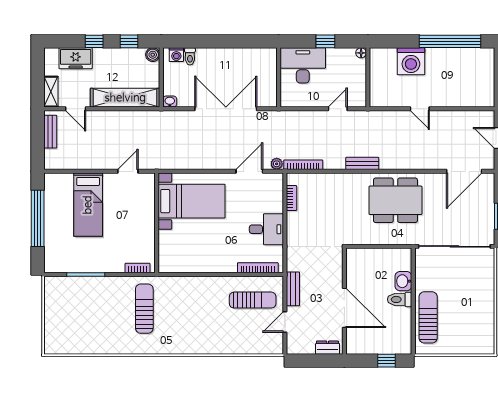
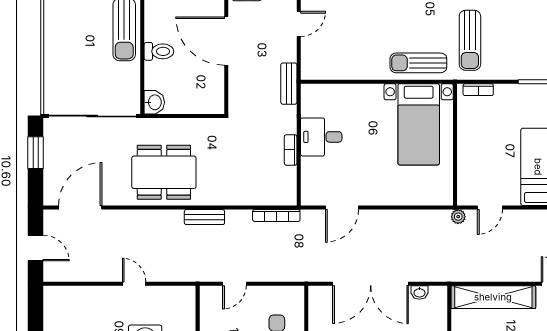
washbasin: (170, 102) -> (419, 293), moved
plant: (277, 164) -> (458, 217), moved
bookcase: (291, 198) -> (291, 150), moved
bed with nightstands: (192, 201) -> (419, 124), moved, turned -90
bookcase: (258, 268) -> (332, 90), removed
washbasin: (403, 281) -> (154, 102), moved
bench: (293, 289) -> (289, 84), moved
sun lounger: (253, 300) -> (418, 63), moved

